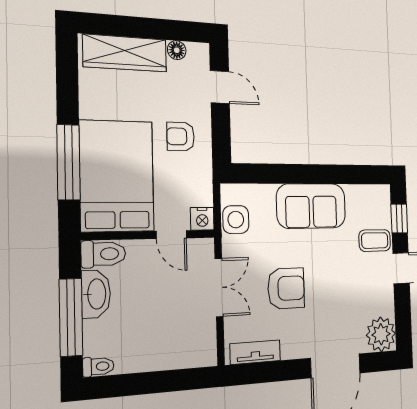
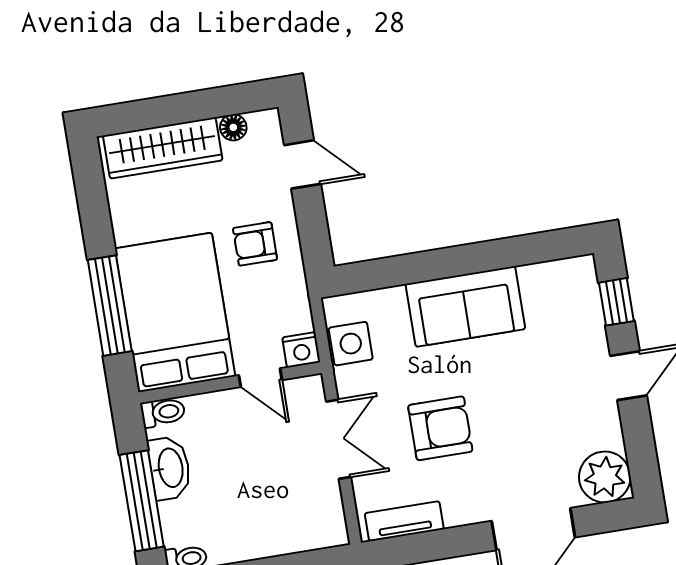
coffee table: (375, 240) -> (577, 341), removed
toilet: (103, 254) -> (163, 412), width x0.73, depth x0.72

